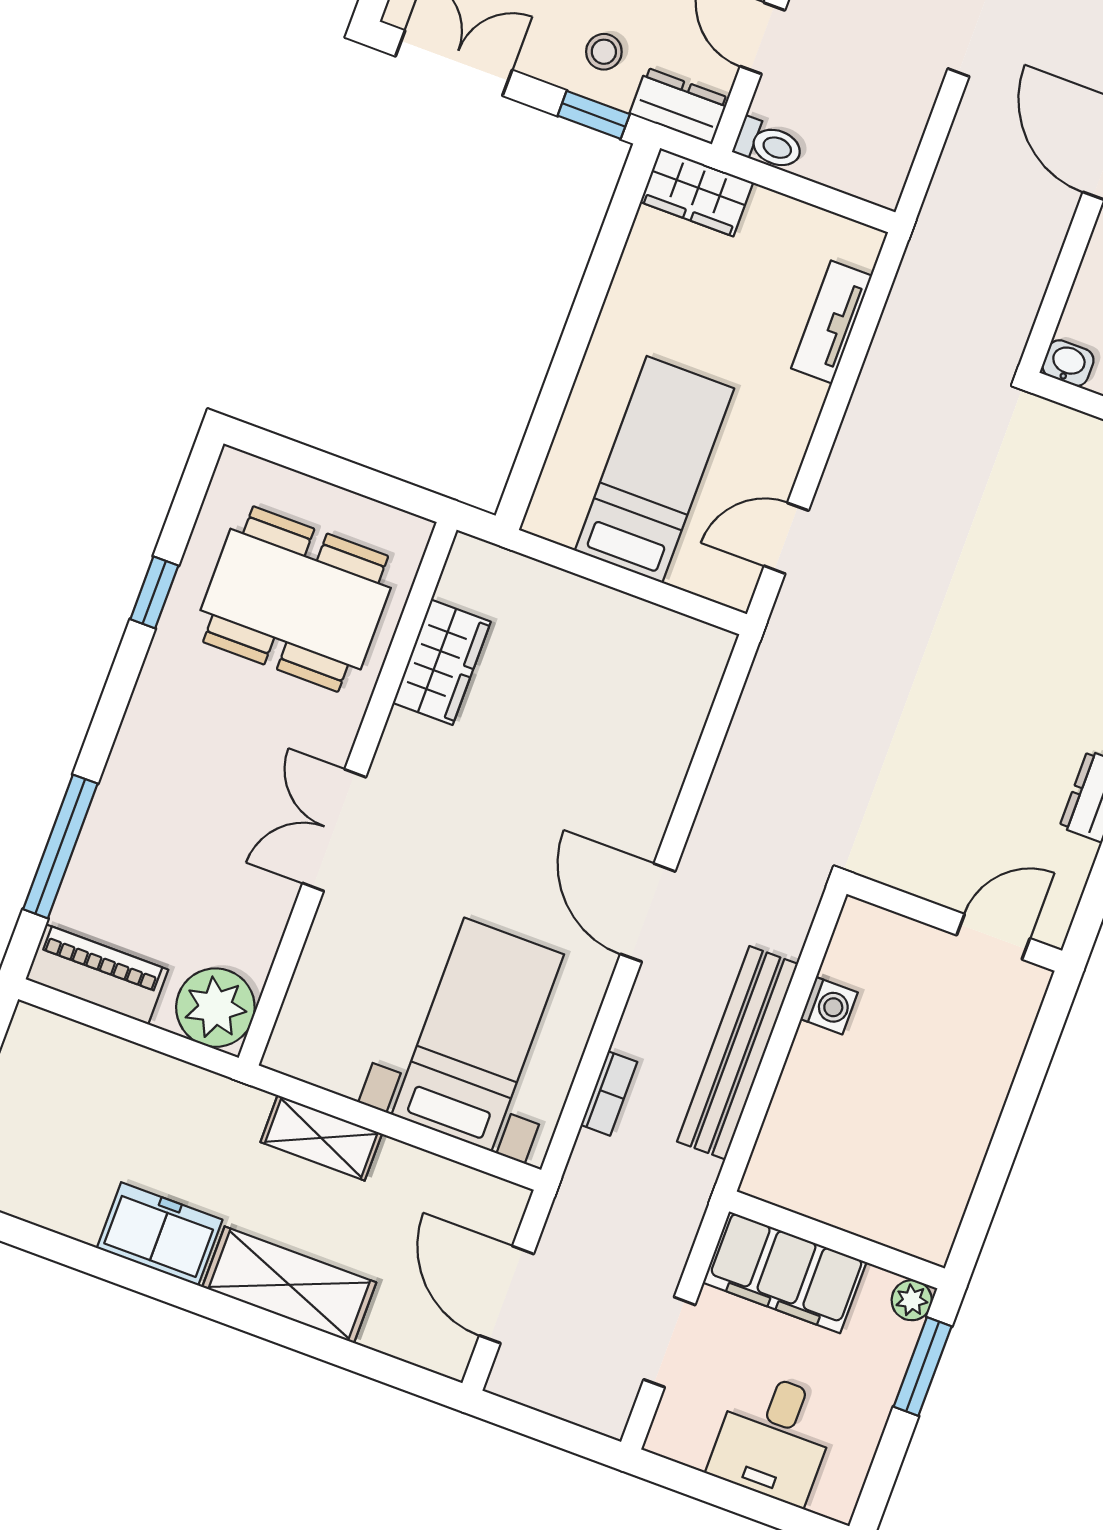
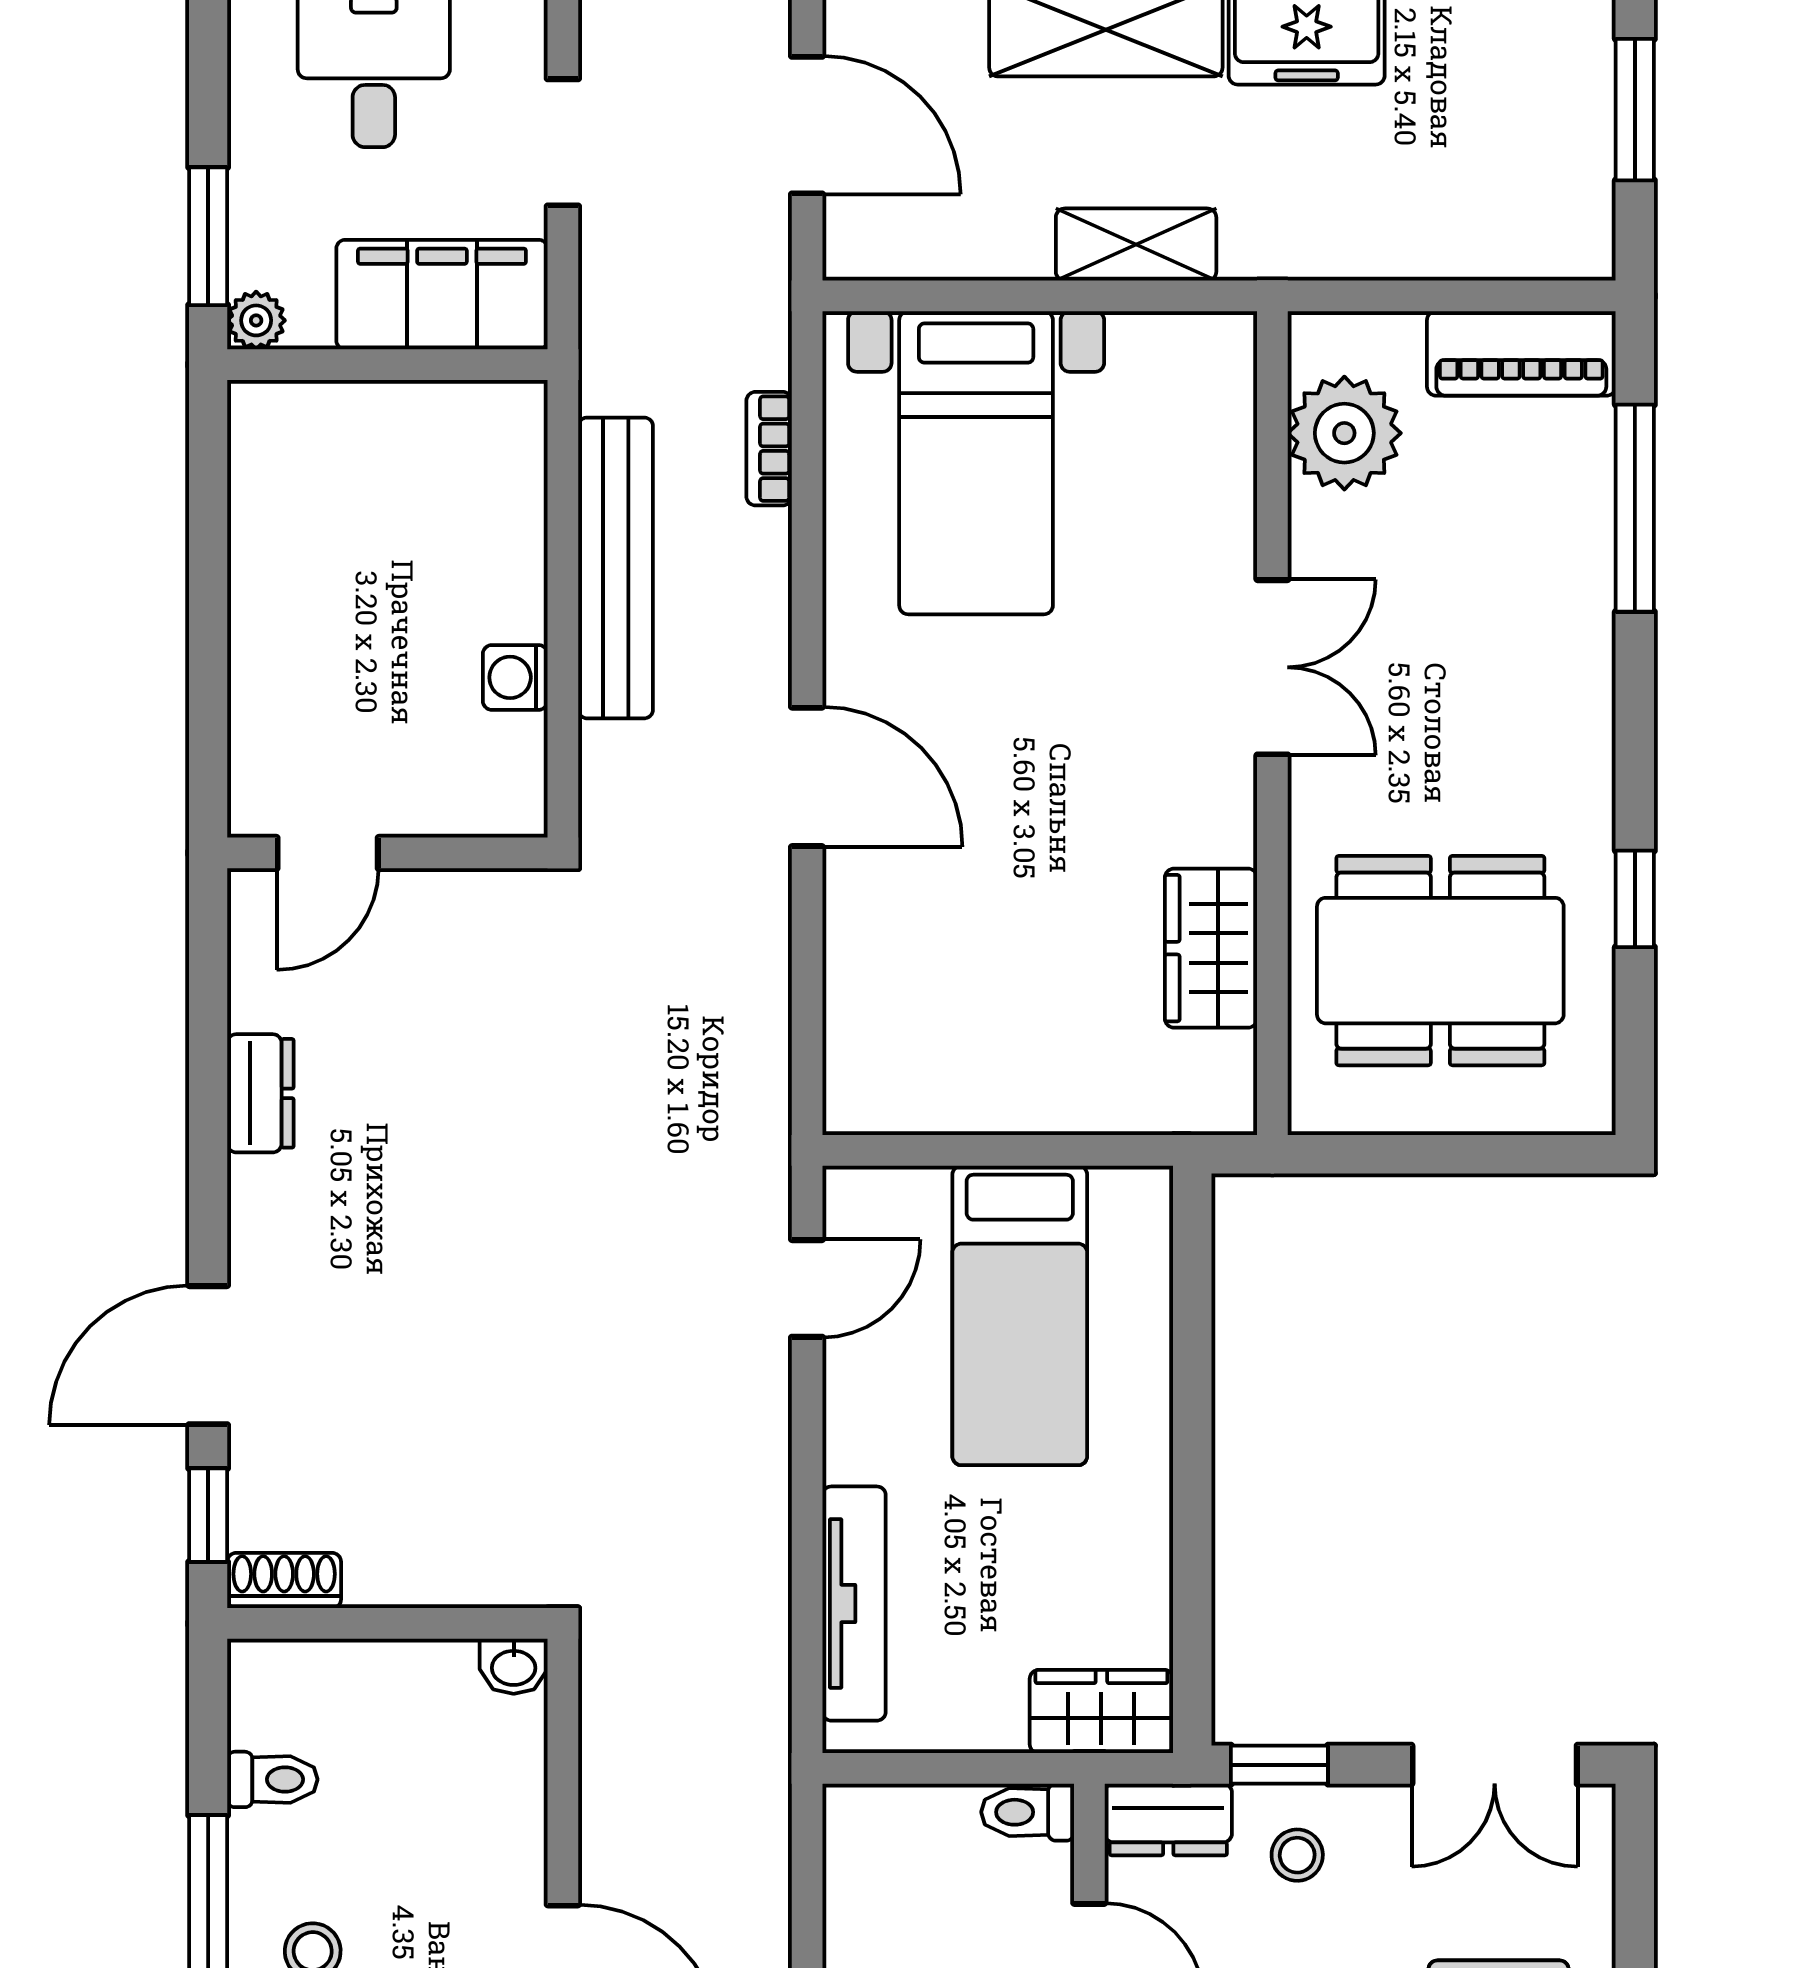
tv unit: (832, 322) -> (854, 1604), width x1.41
door: (648, 913) -> (807, 777), moved
plant: (215, 1008) -> (1344, 433), moved

